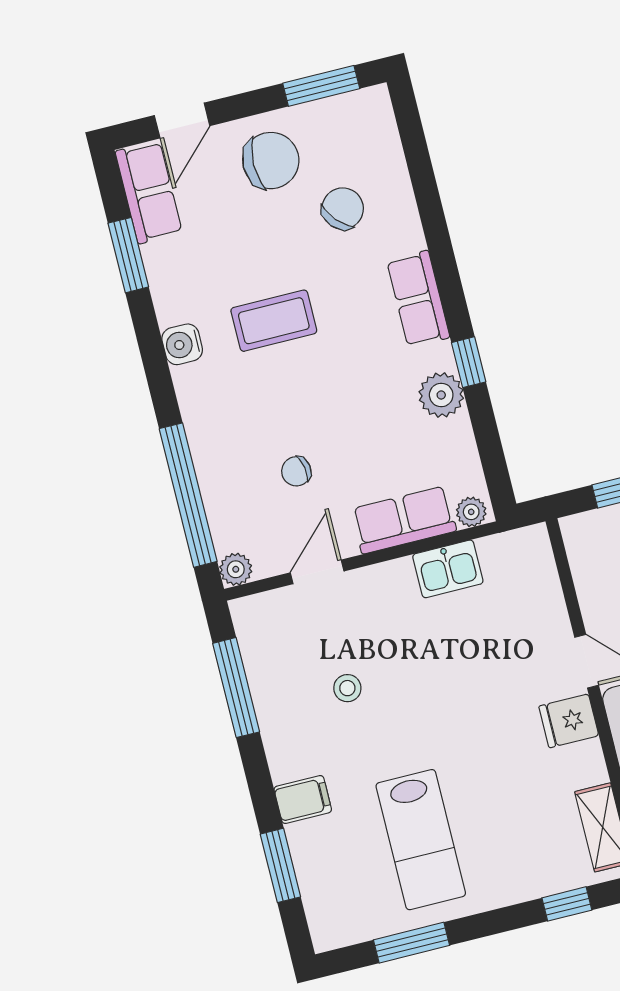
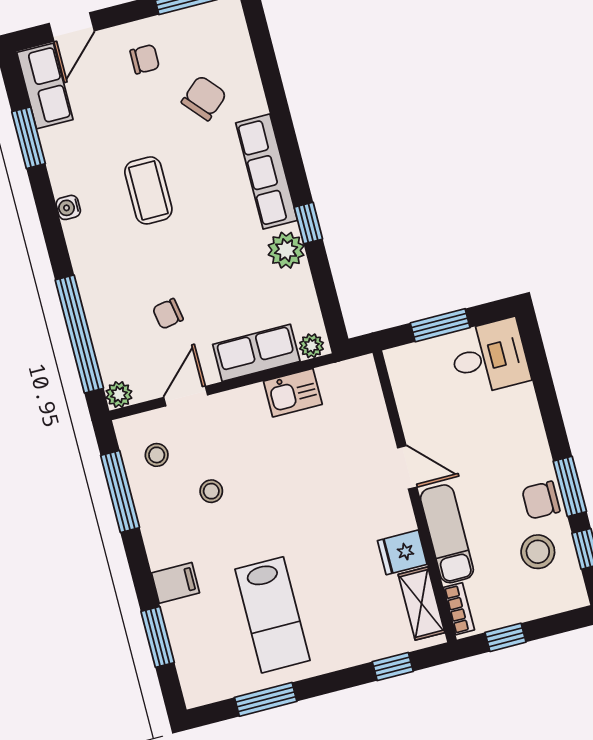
chair: (271, 161) -> (145, 59), width x0.54, depth x0.54
row of seats: (418, 299) -> (267, 172), width x1.48
coffee table: (274, 321) -> (148, 190), turned 90
water cooler: (182, 344) -> (68, 207), width x0.72, depth x0.72
stool: (281, 643) -> (157, 455), added
fridge: (569, 721) -> (402, 552), moved

